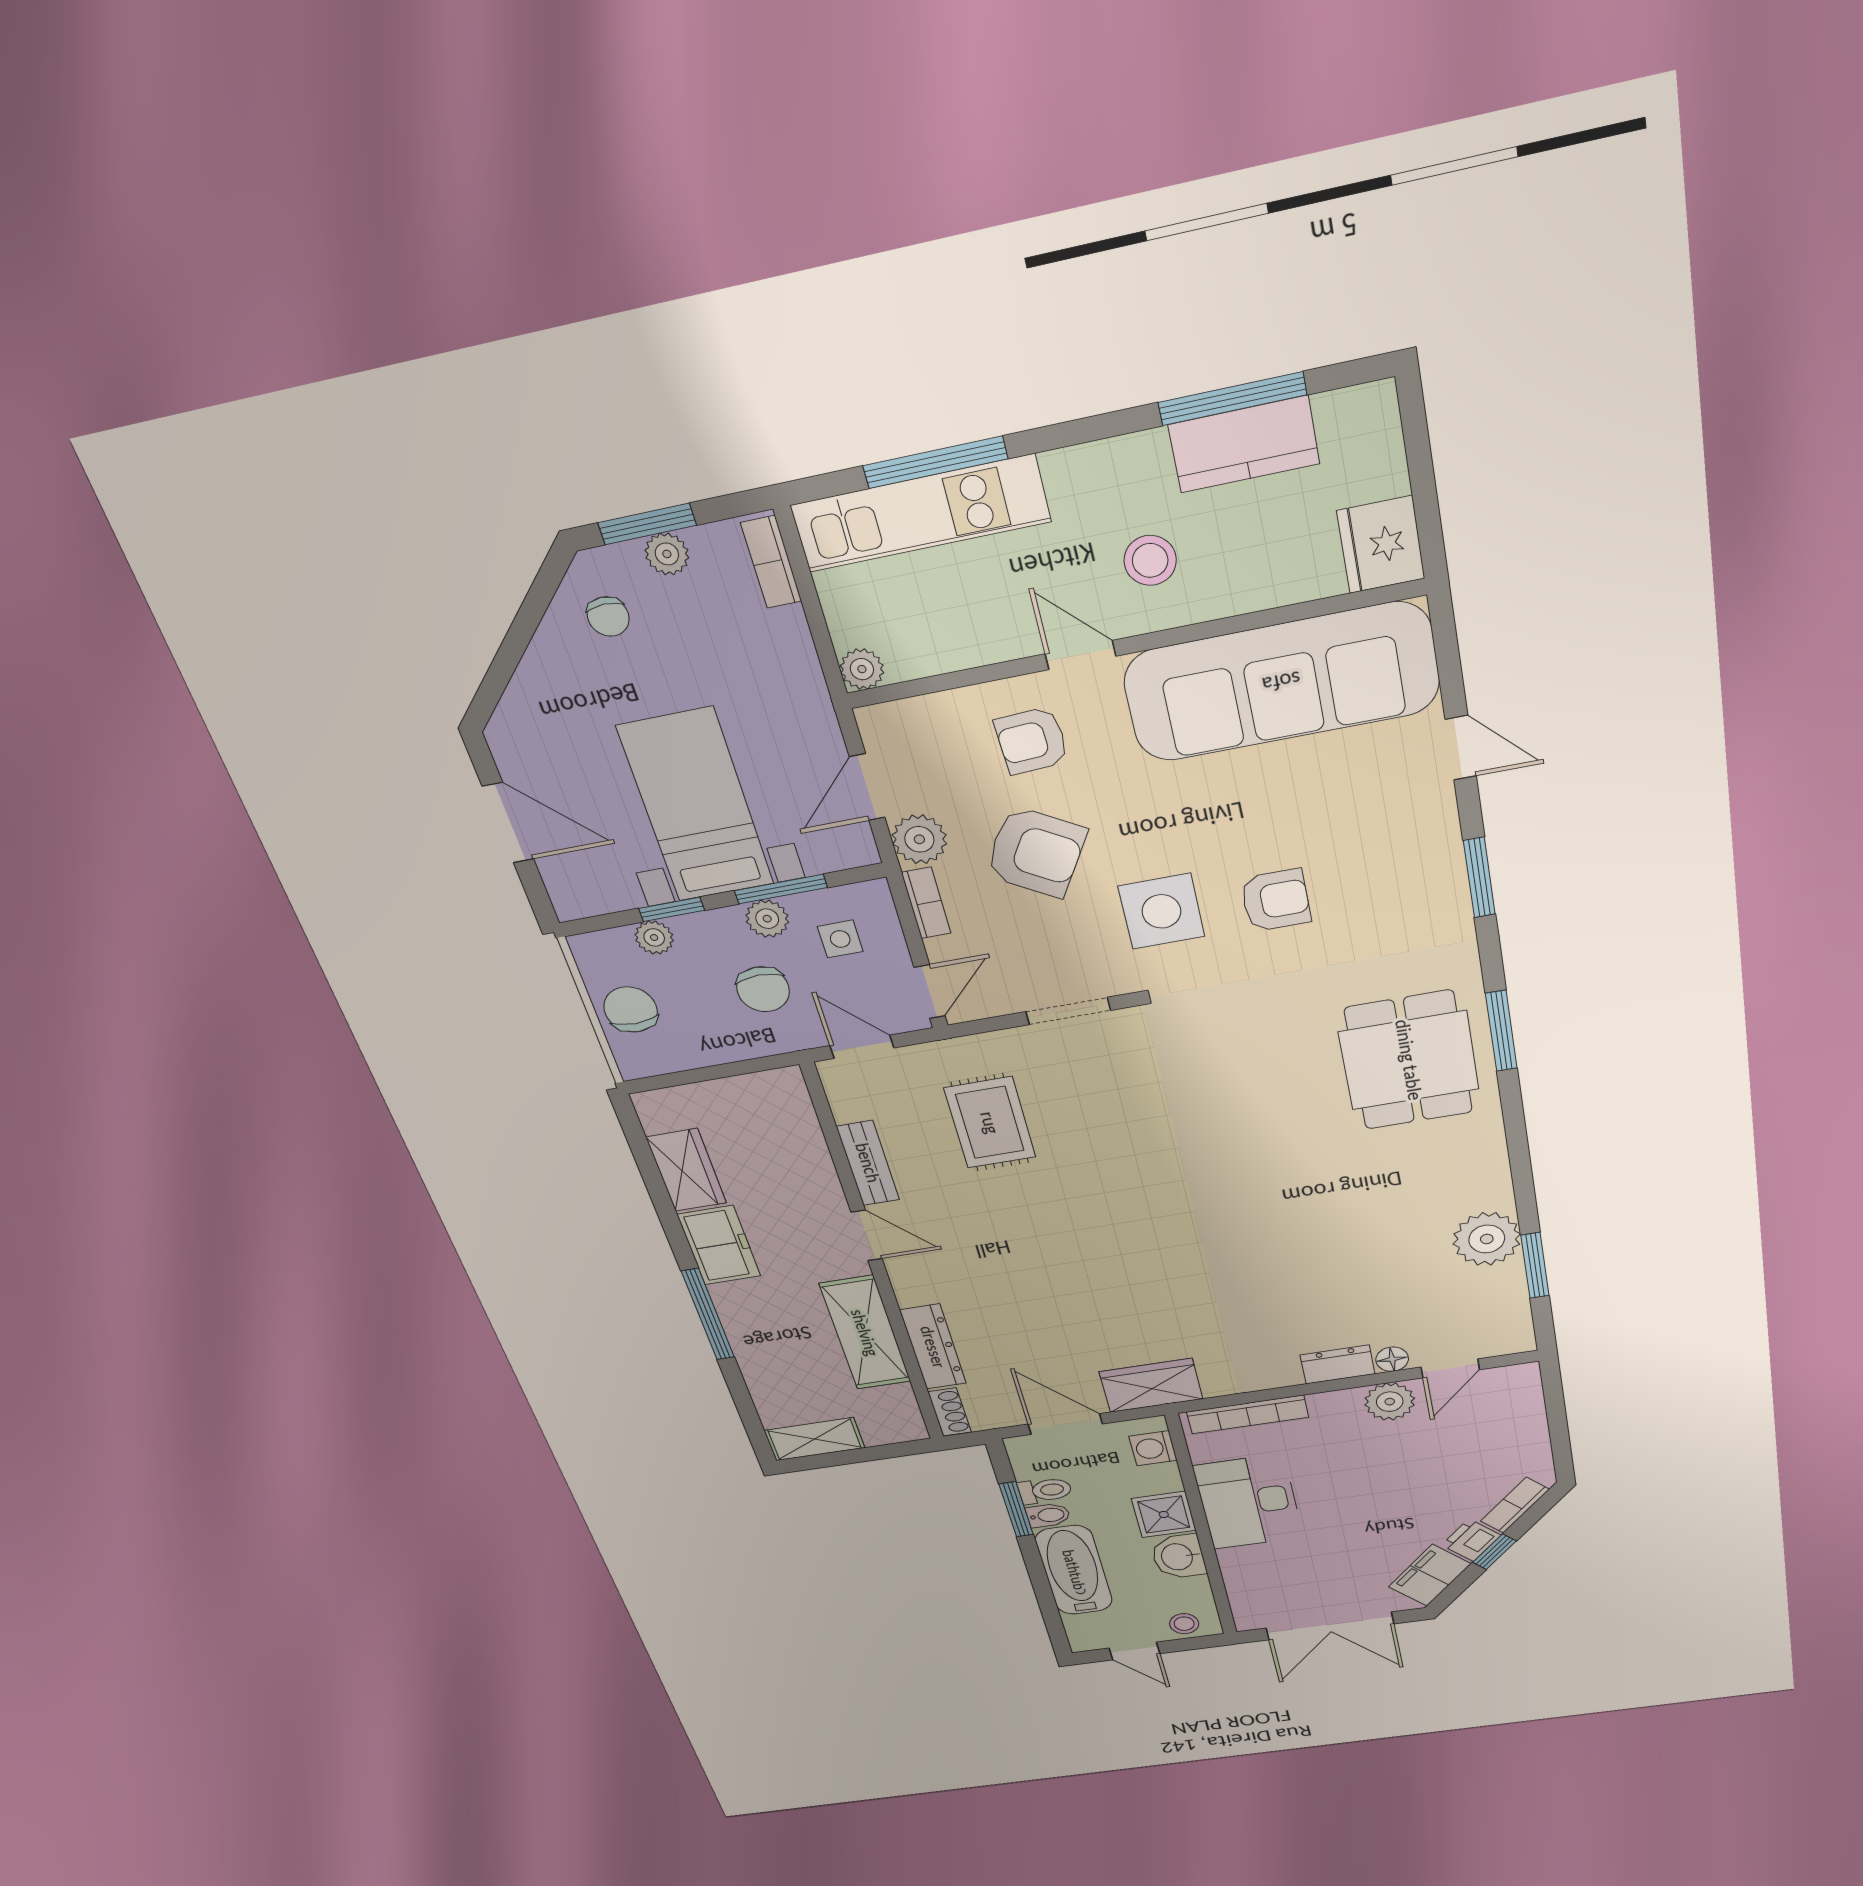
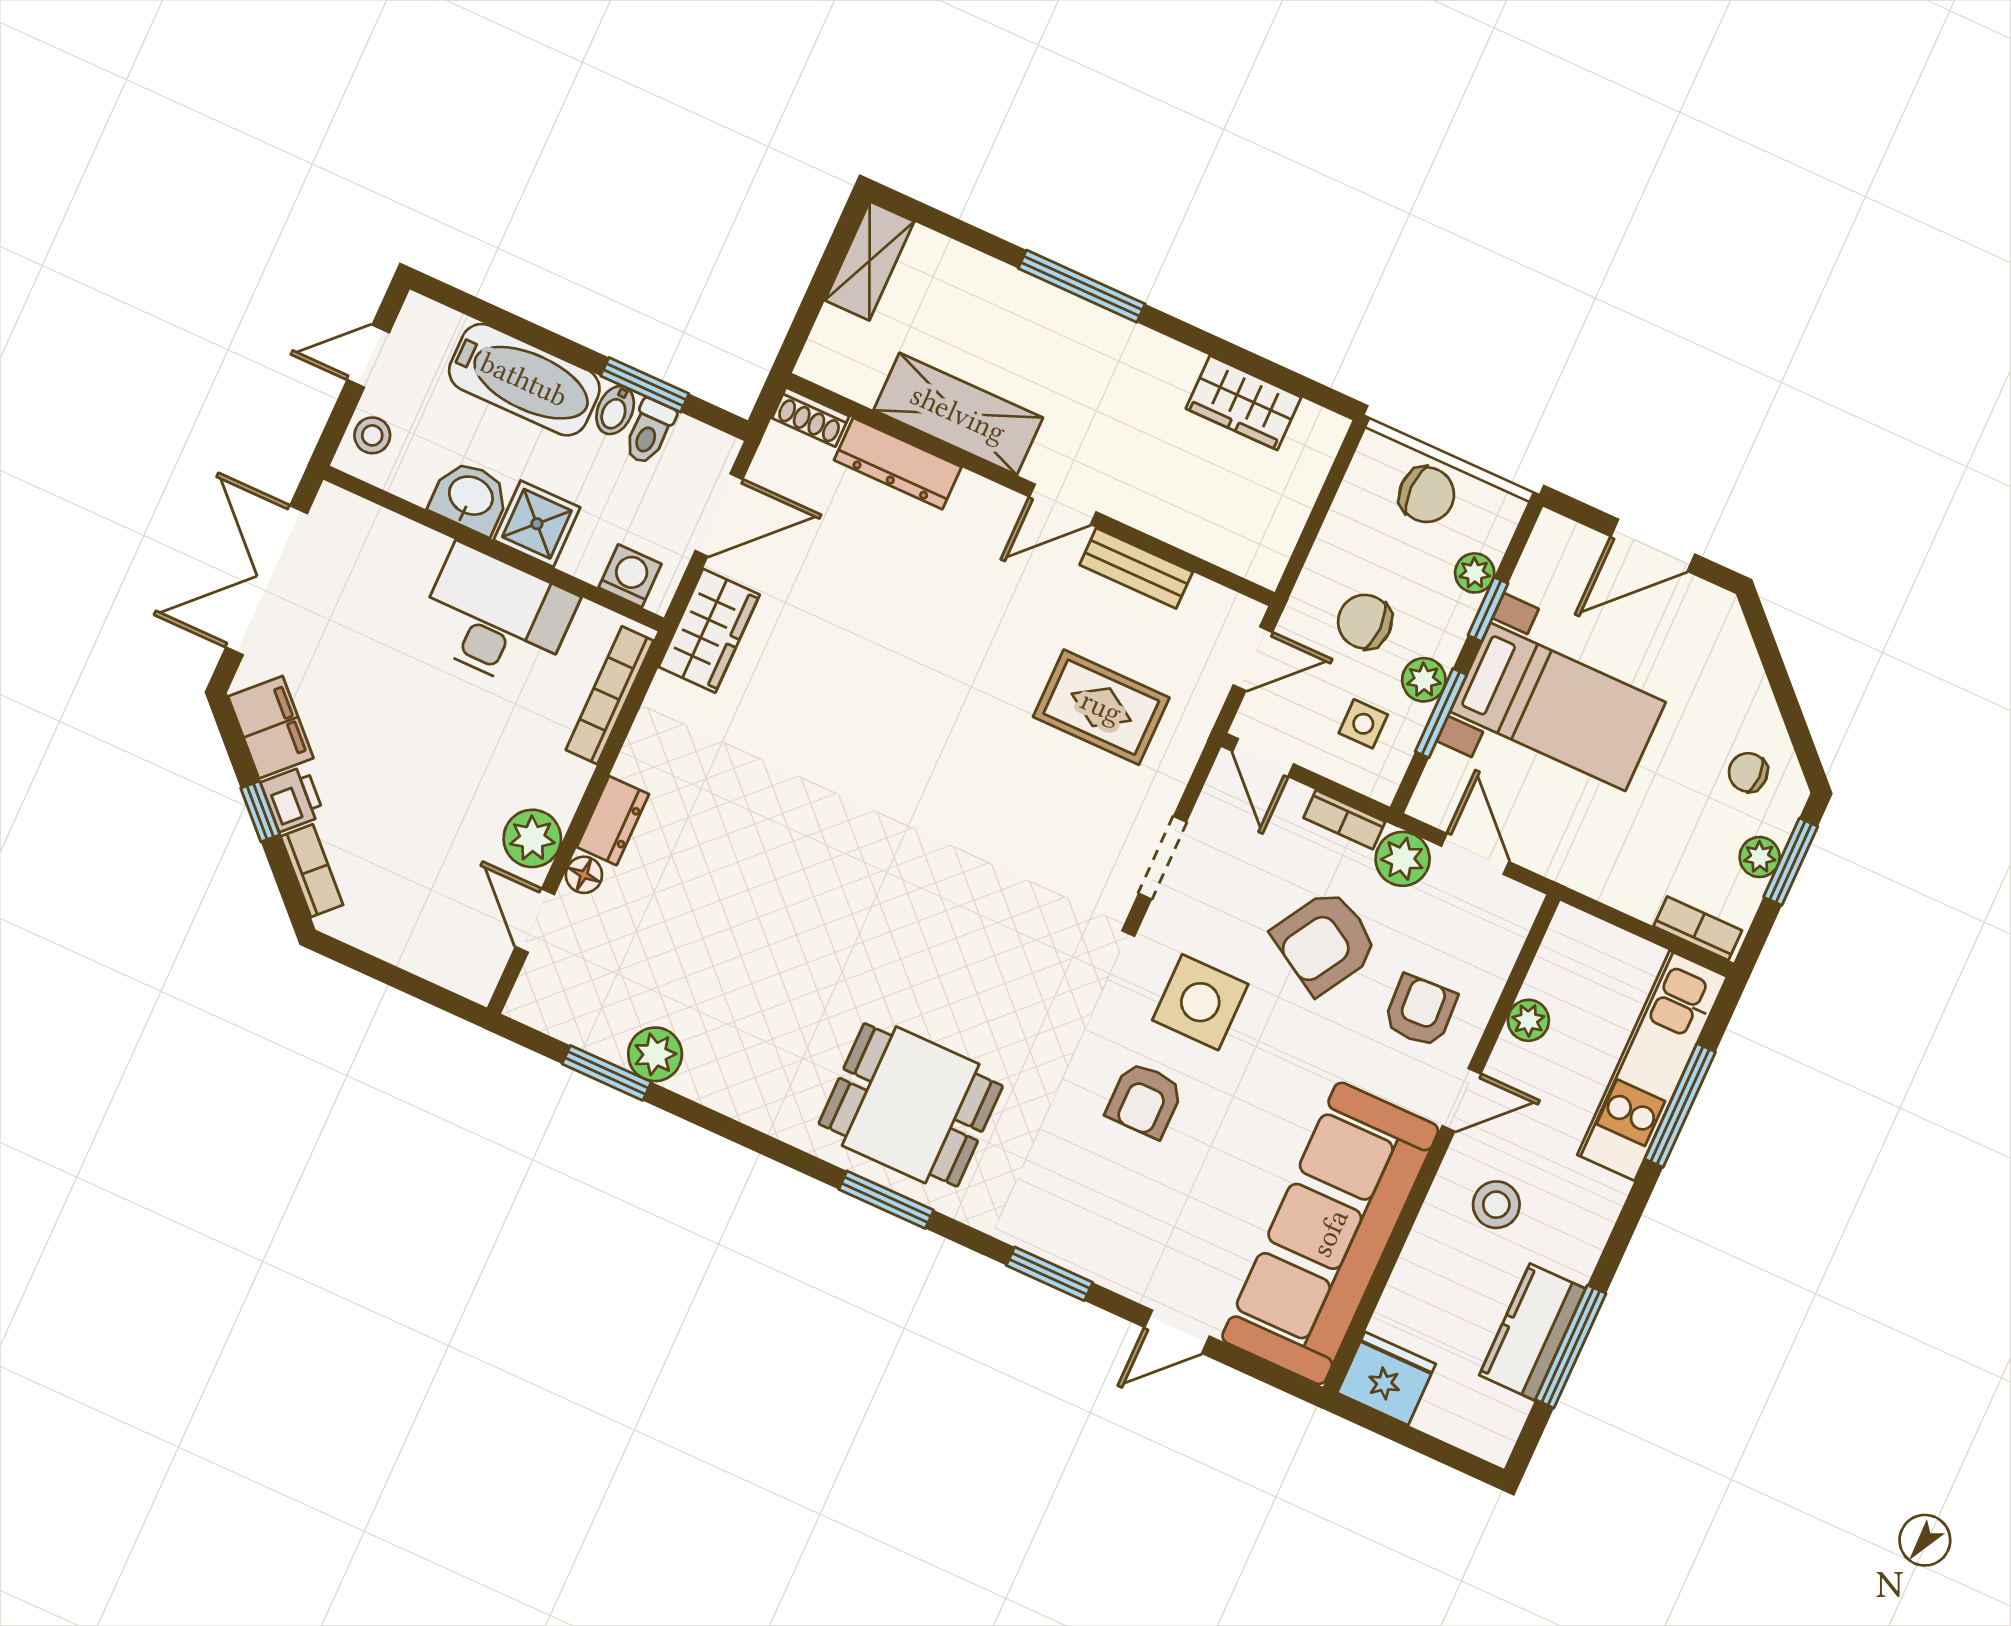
plant: (862, 669) -> (1528, 1020), moved
plant: (1487, 1239) -> (655, 1054), width x0.73, depth x0.73
freezer: (719, 1245) -> (1147, 363), removed

